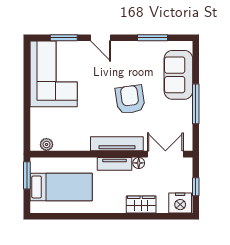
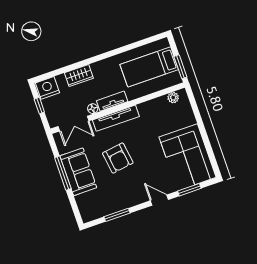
sofa: (178, 75) -> (78, 172), moved

